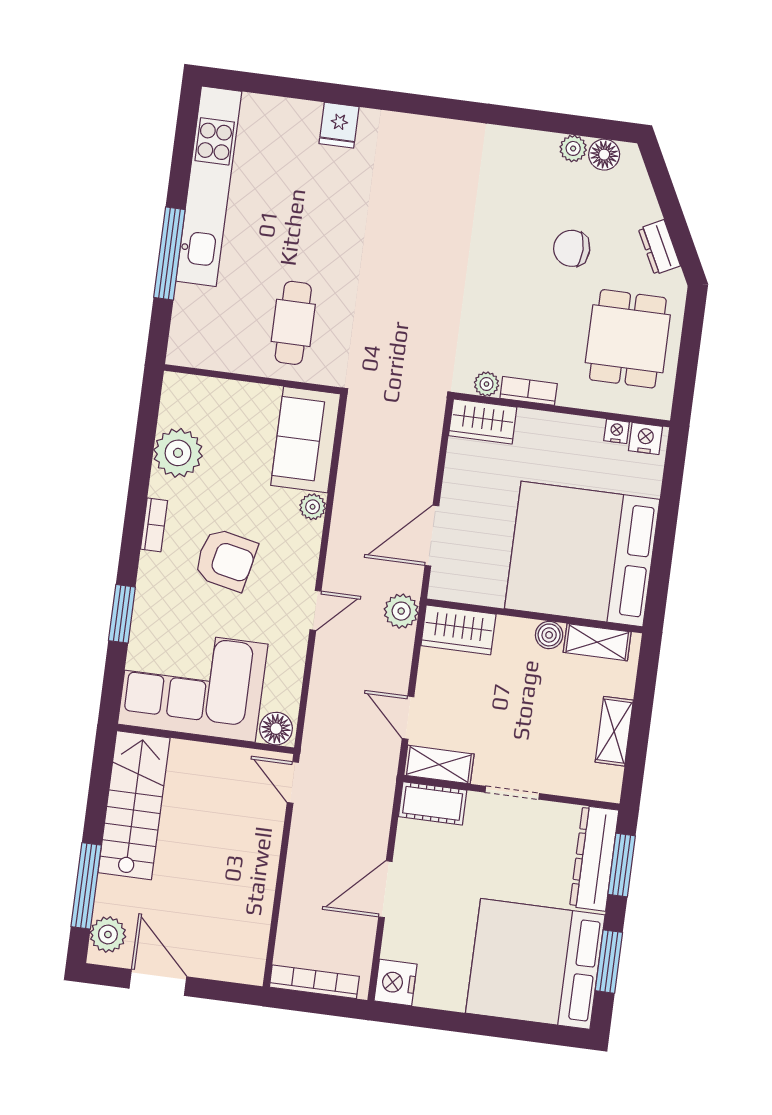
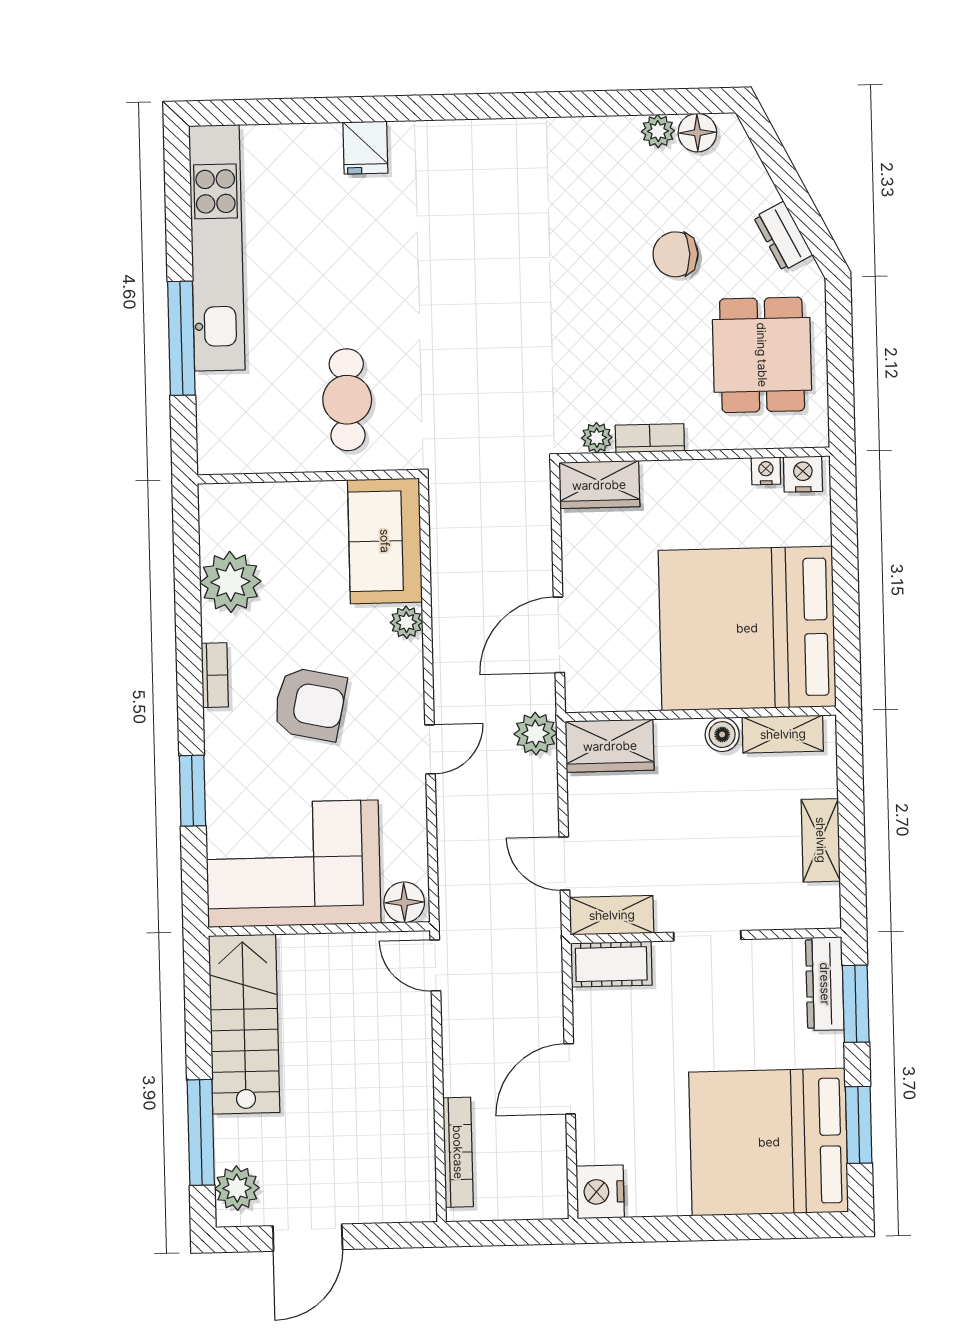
dresser: (594, 858) -> (825, 984), width x0.73, depth x0.80
bookcase: (314, 982) -> (458, 1152), moved, turned 90
door: (158, 983) -> (308, 1238), swing flipped

